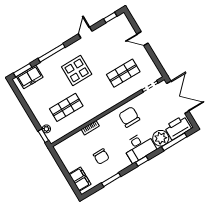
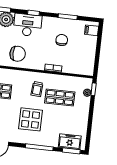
trolley: (91, 100) -> (37, 89), added
chair: (129, 117) -> (18, 54), turned -90
filing cabinet: (80, 179) -> (92, 30), width x0.50

